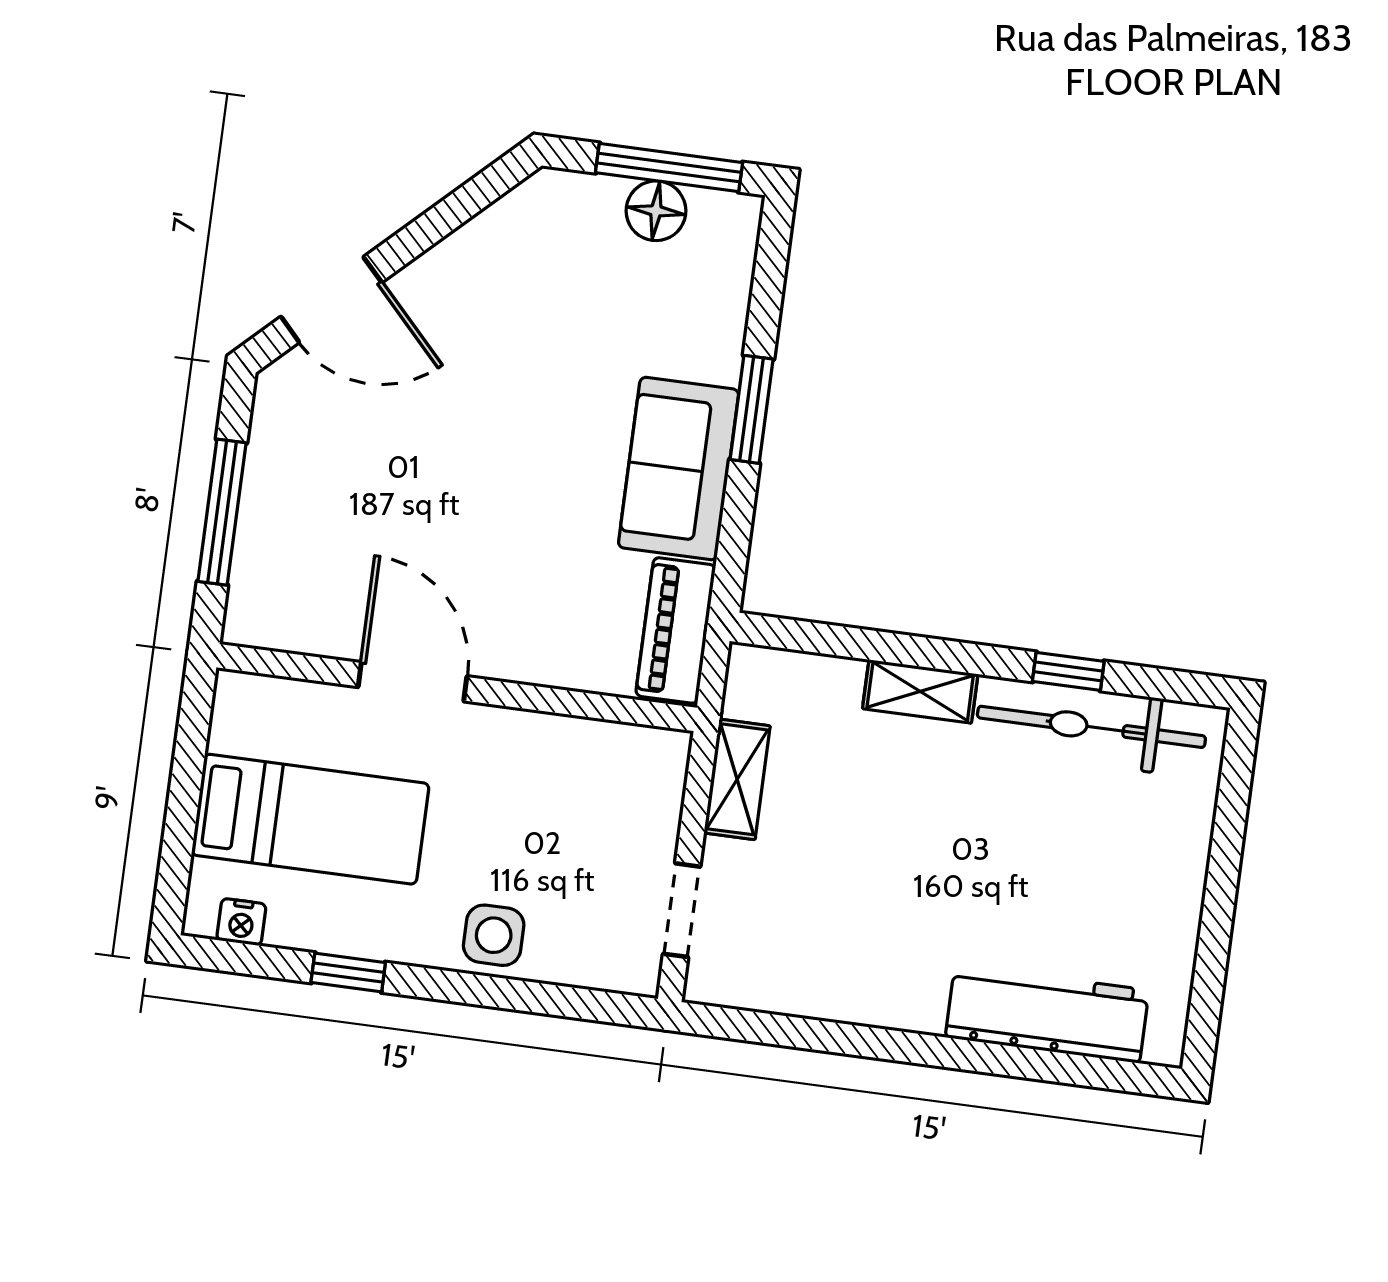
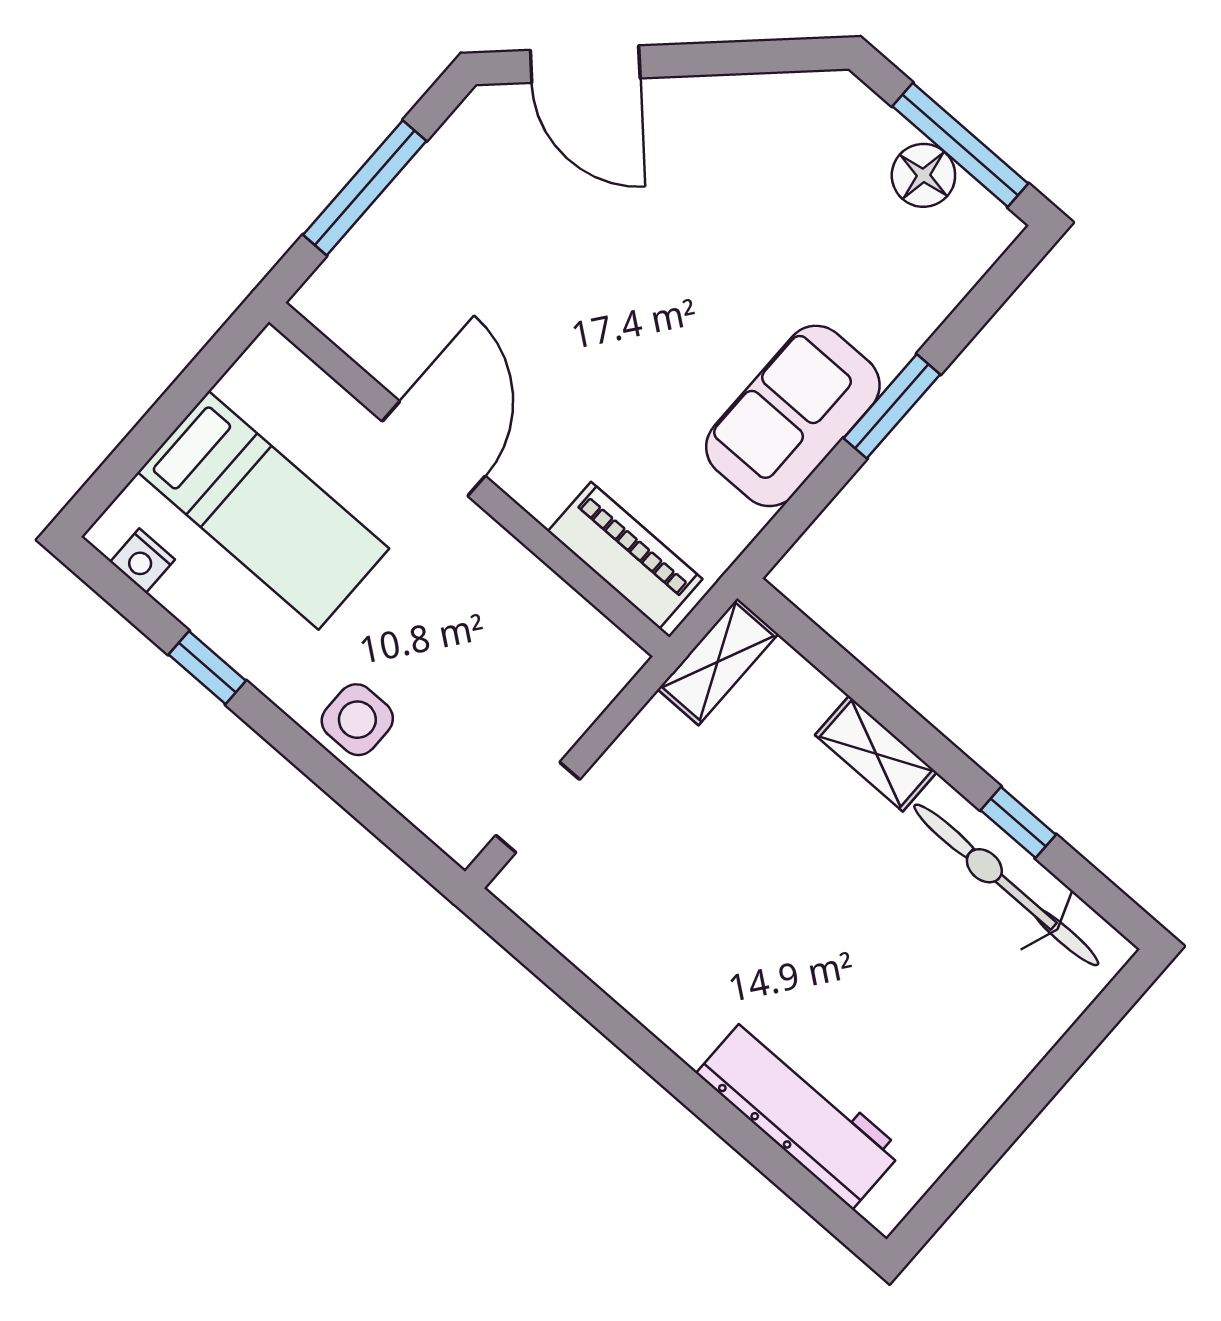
piano: (676, 630) -> (625, 555), moved, turned 90
shelving: (737, 779) -> (718, 662), moved

